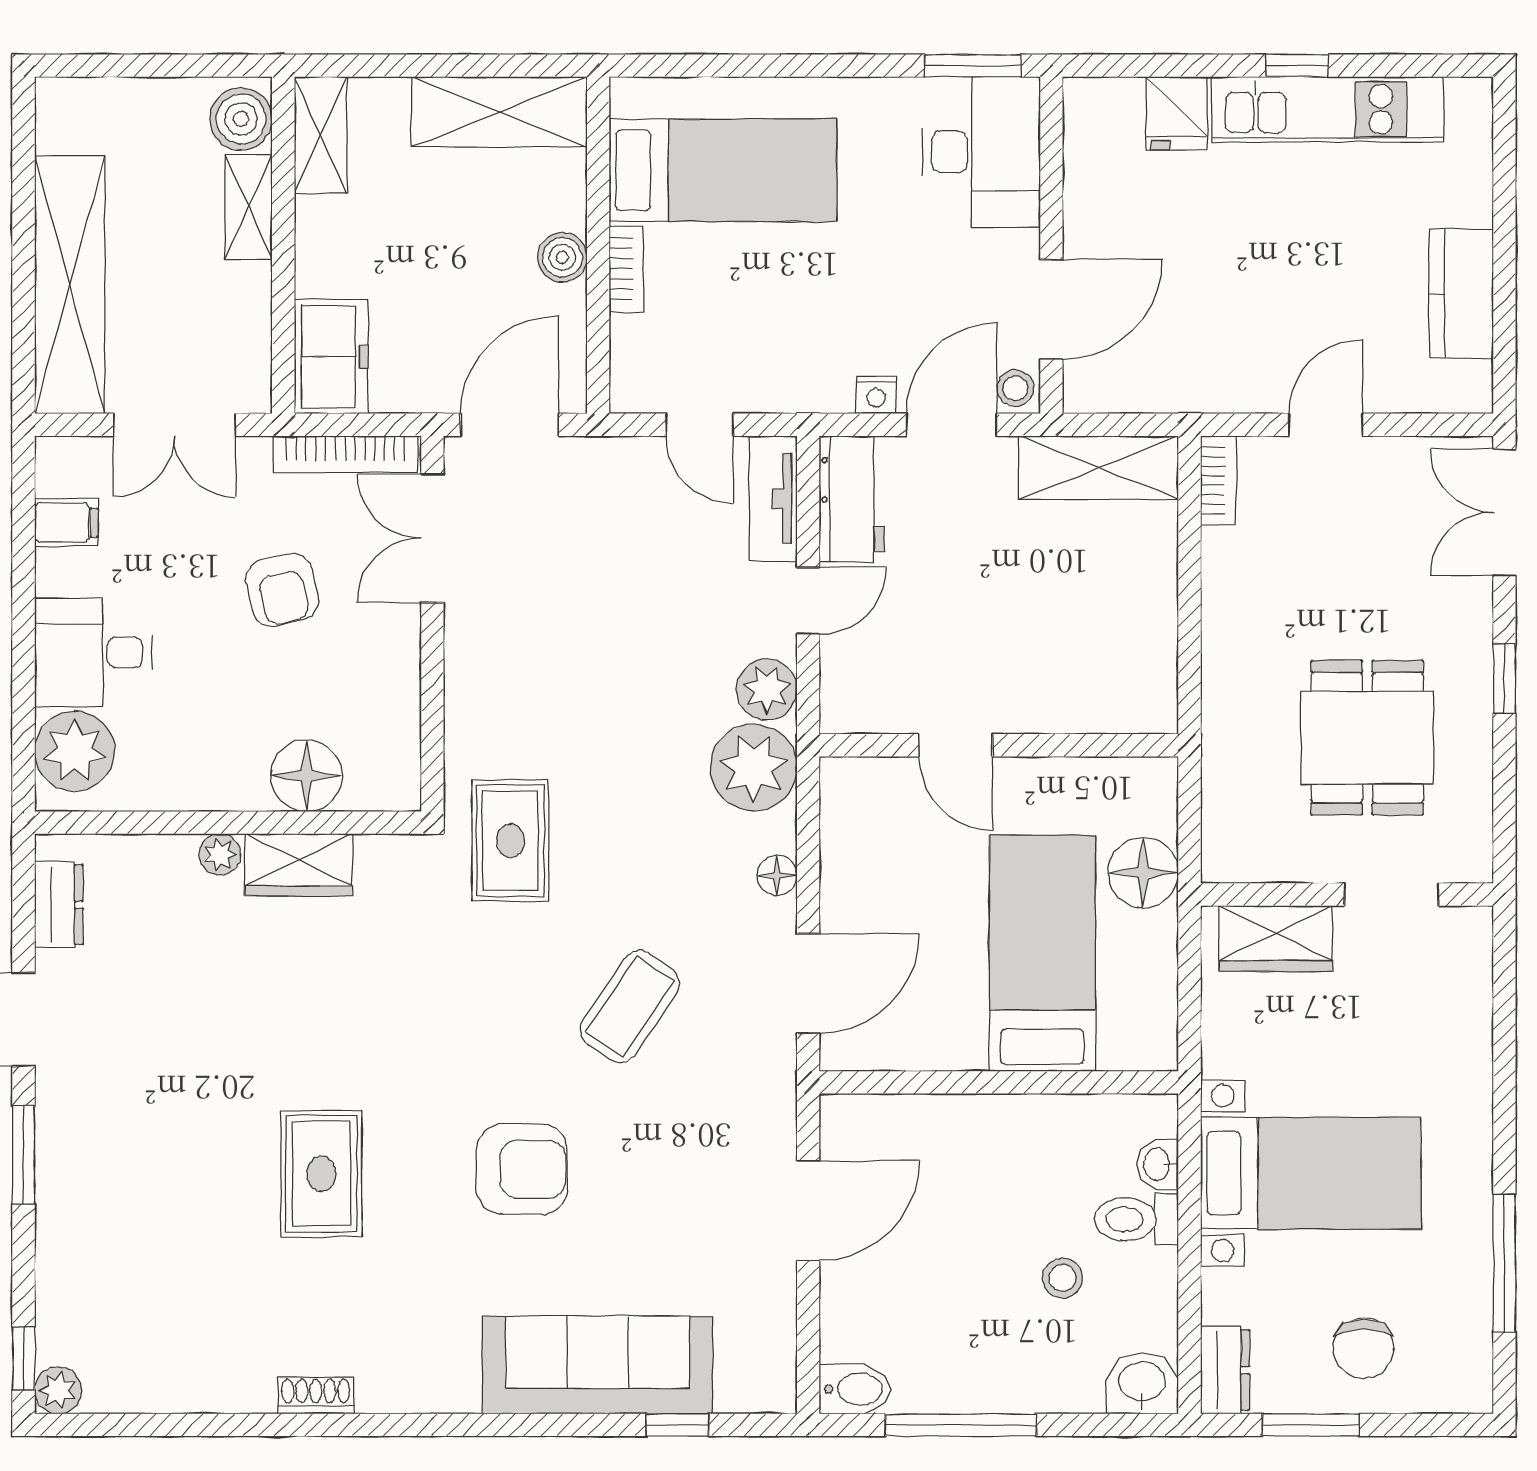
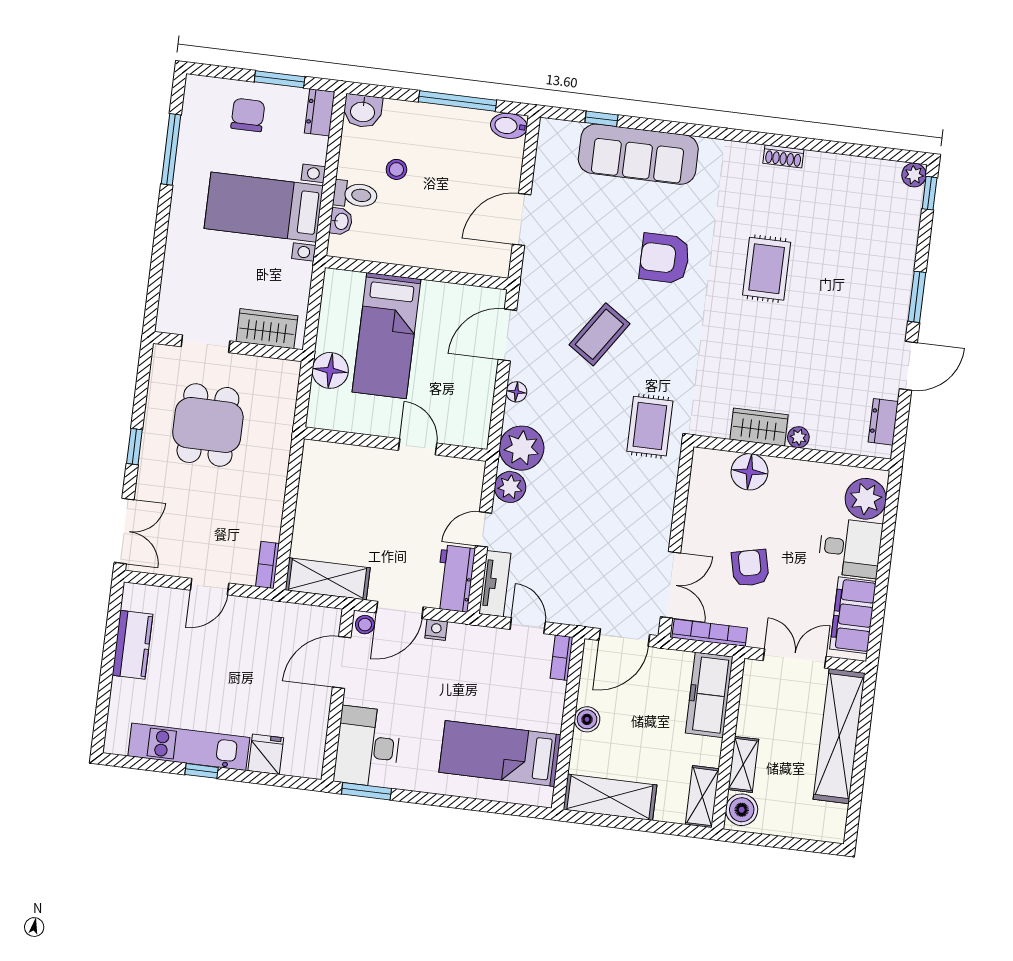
bookcase: (626, 269) -> (562, 658), moved
freezer: (331, 357) -> (709, 695), width x1.40
filing cabinet: (66, 522) -> (853, 615), width x3.00, depth x1.17

